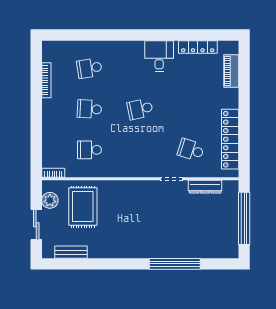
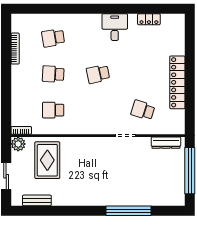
locker: (198, 47) -> (149, 19), width x0.66
piano: (231, 71) -> (178, 40), removed
locker: (230, 139) -> (177, 82), moved
dresser: (205, 187) -> (166, 143), moved
plant: (50, 200) -> (18, 144), moved

